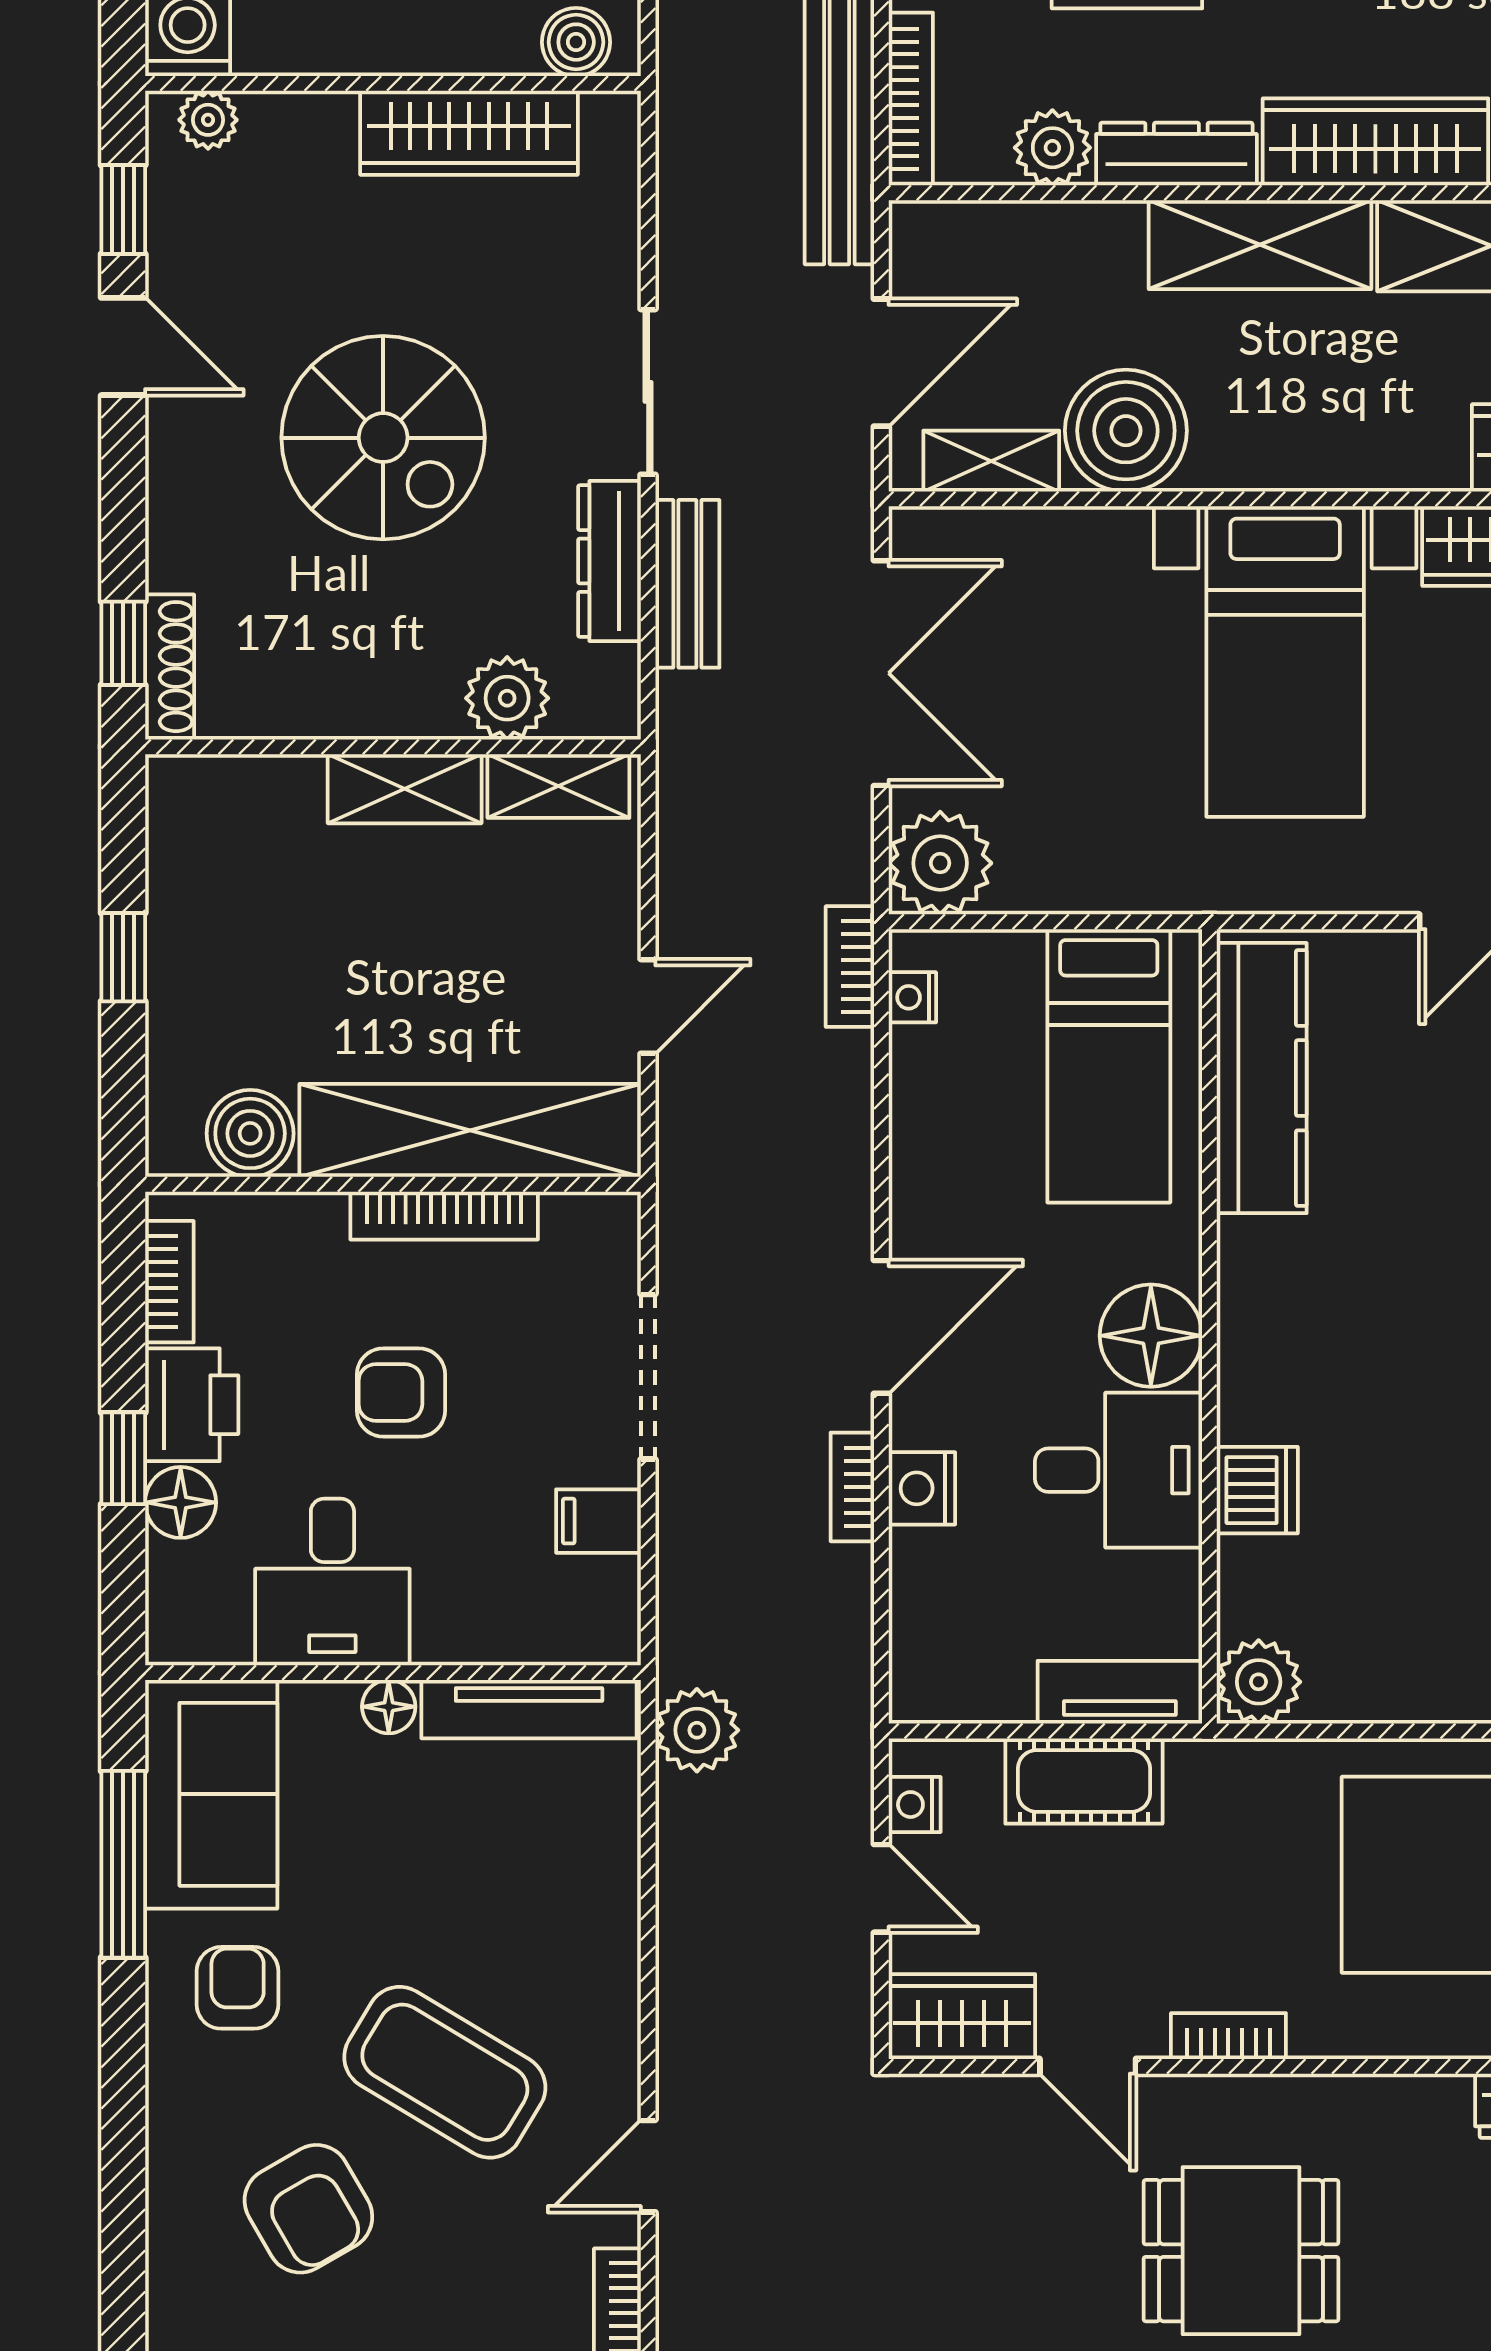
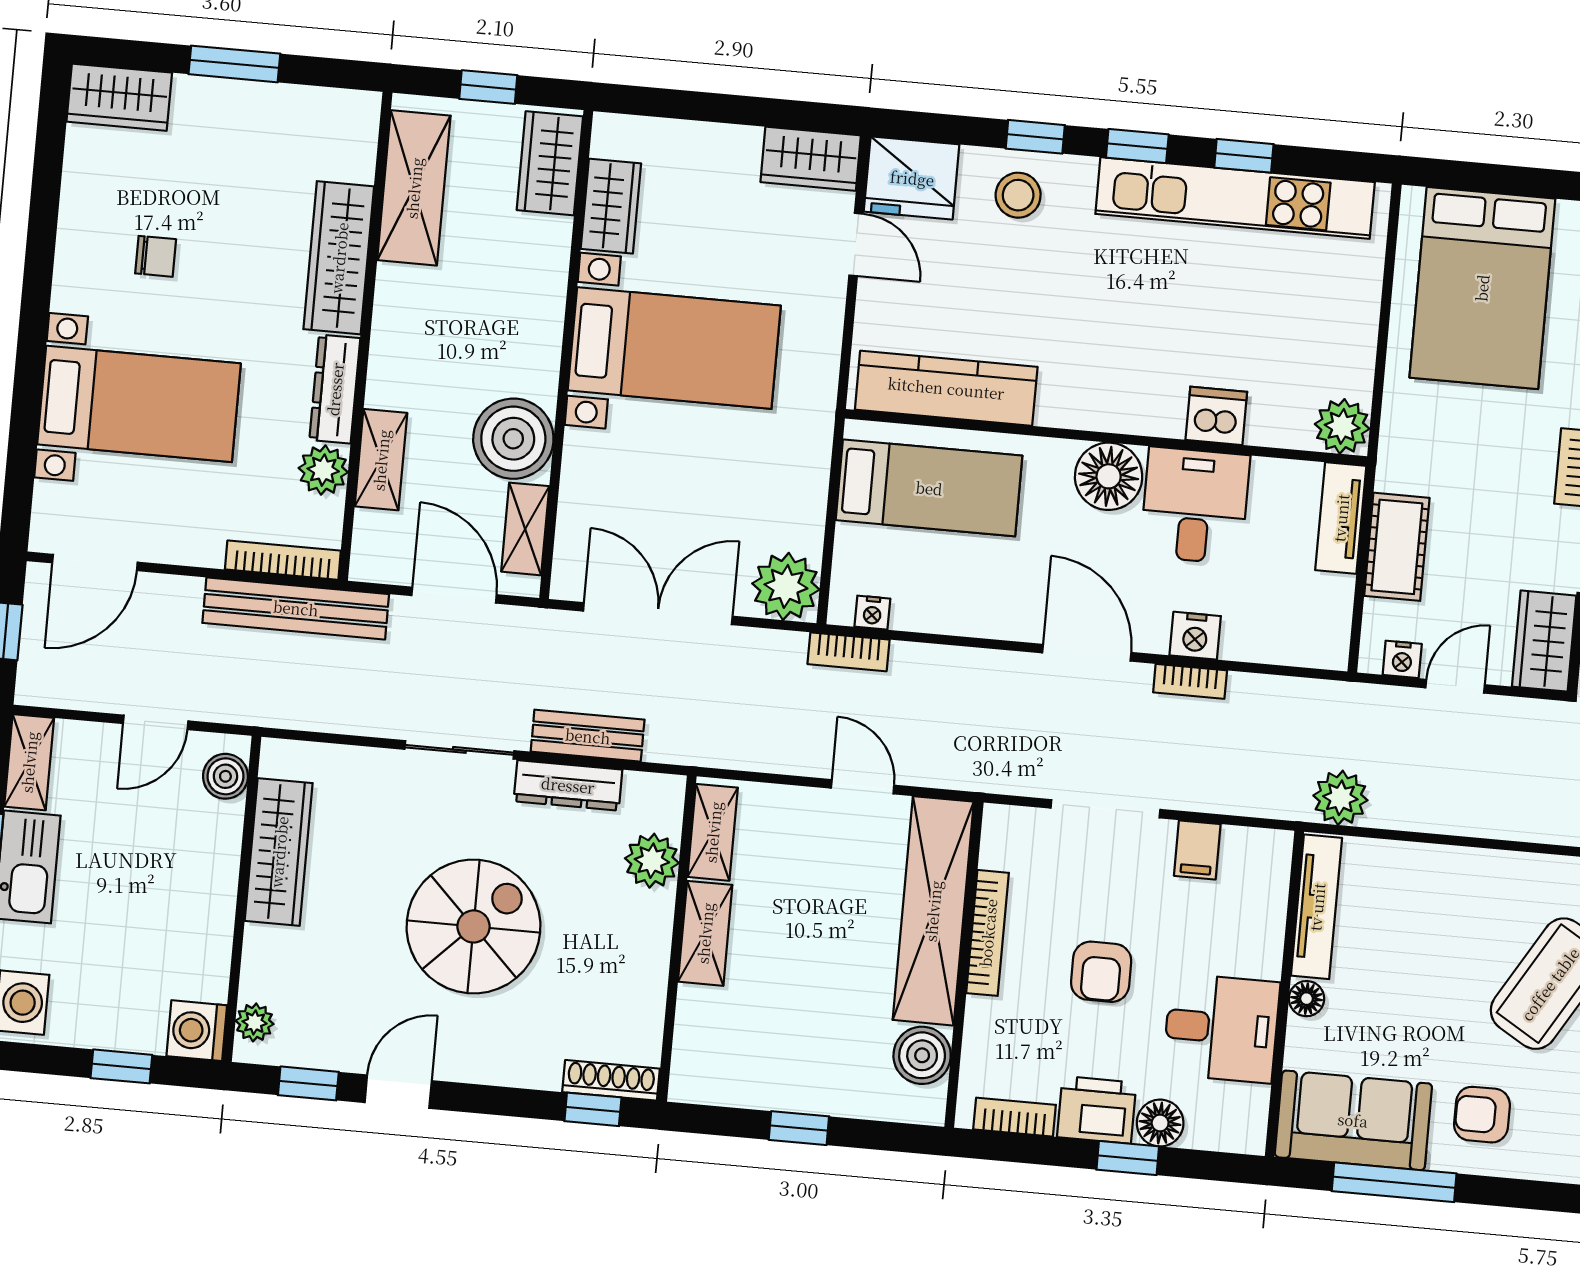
shelving: (1260, 245) -> (381, 460), moved, width x0.67, depth x0.75

